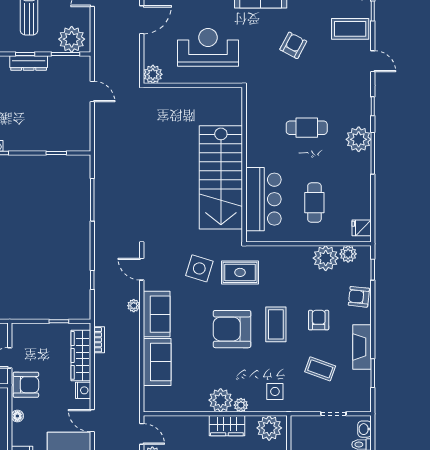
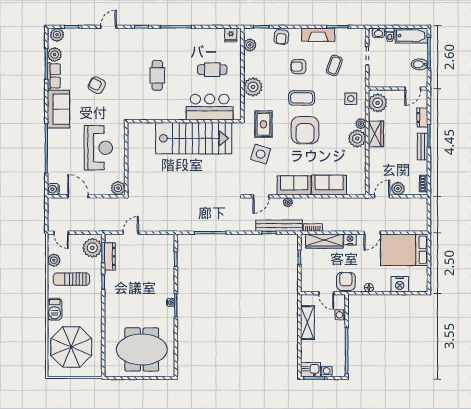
coffee table: (350, 29) -> (85, 43), removed
reception desk: (208, 47) -> (98, 148), turned 180
dresser: (29, 63) -> (110, 256), moved
plant: (359, 139) -> (166, 37), removed
plant: (326, 258) -> (253, 87), moved
bench: (102, 294) -> (279, 226), added

